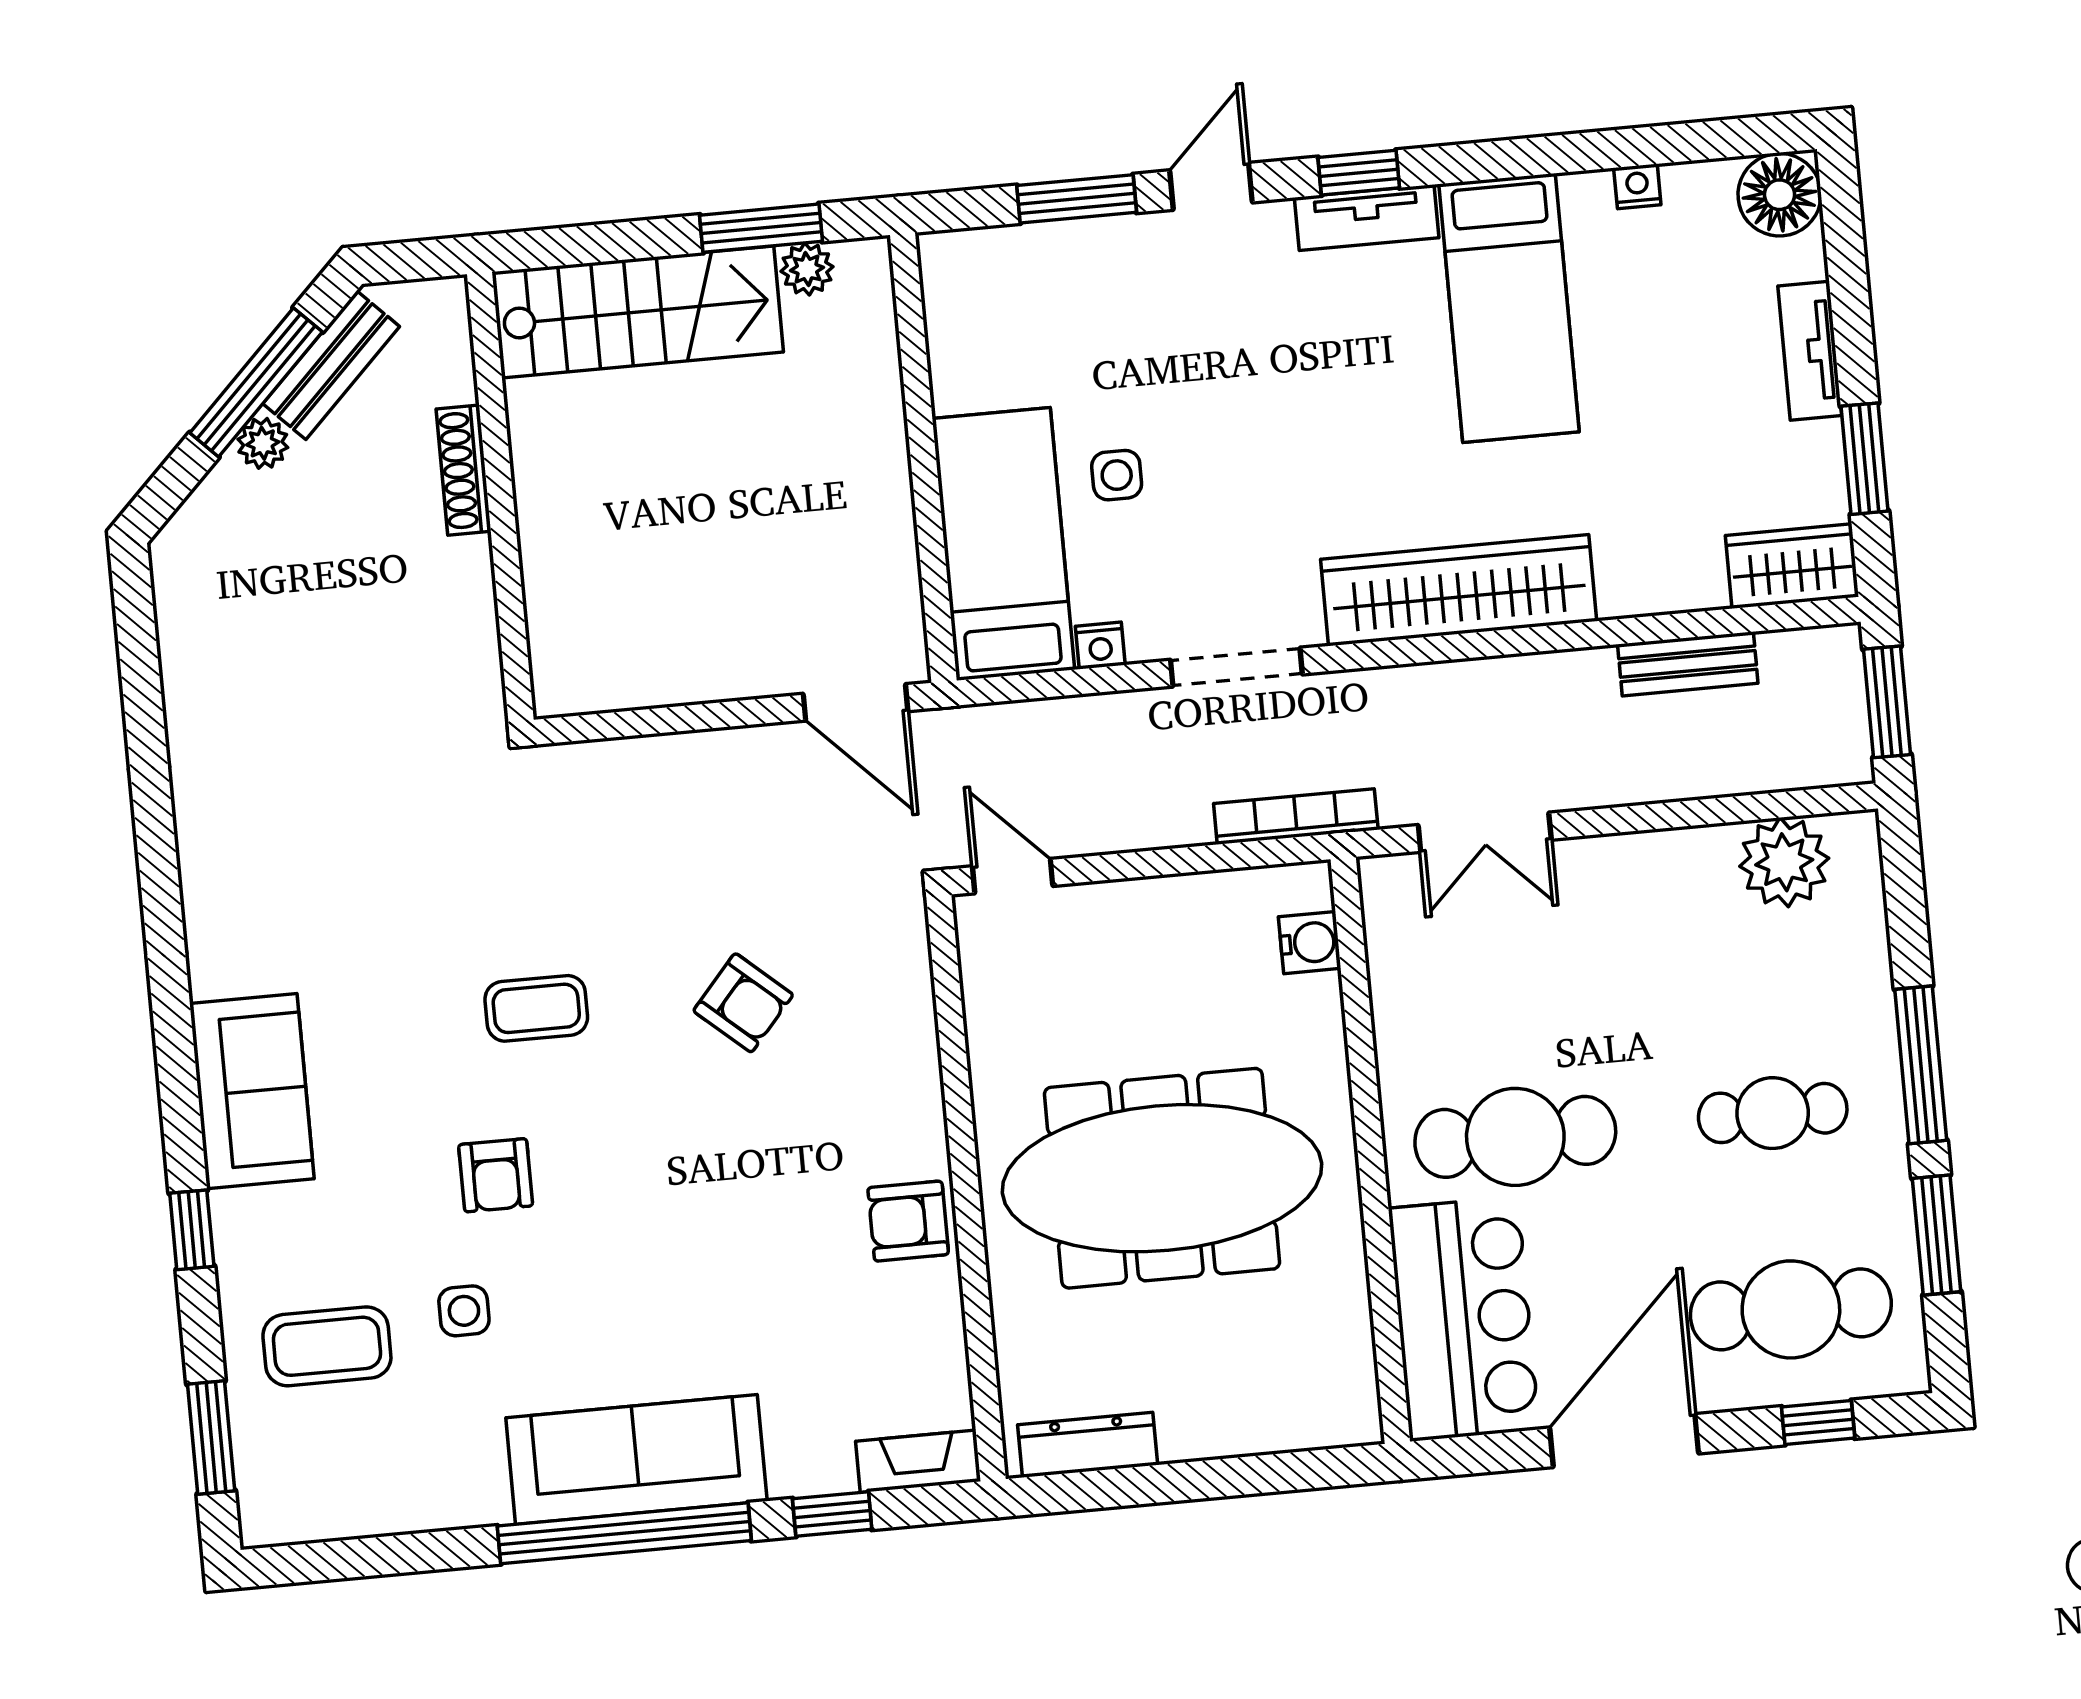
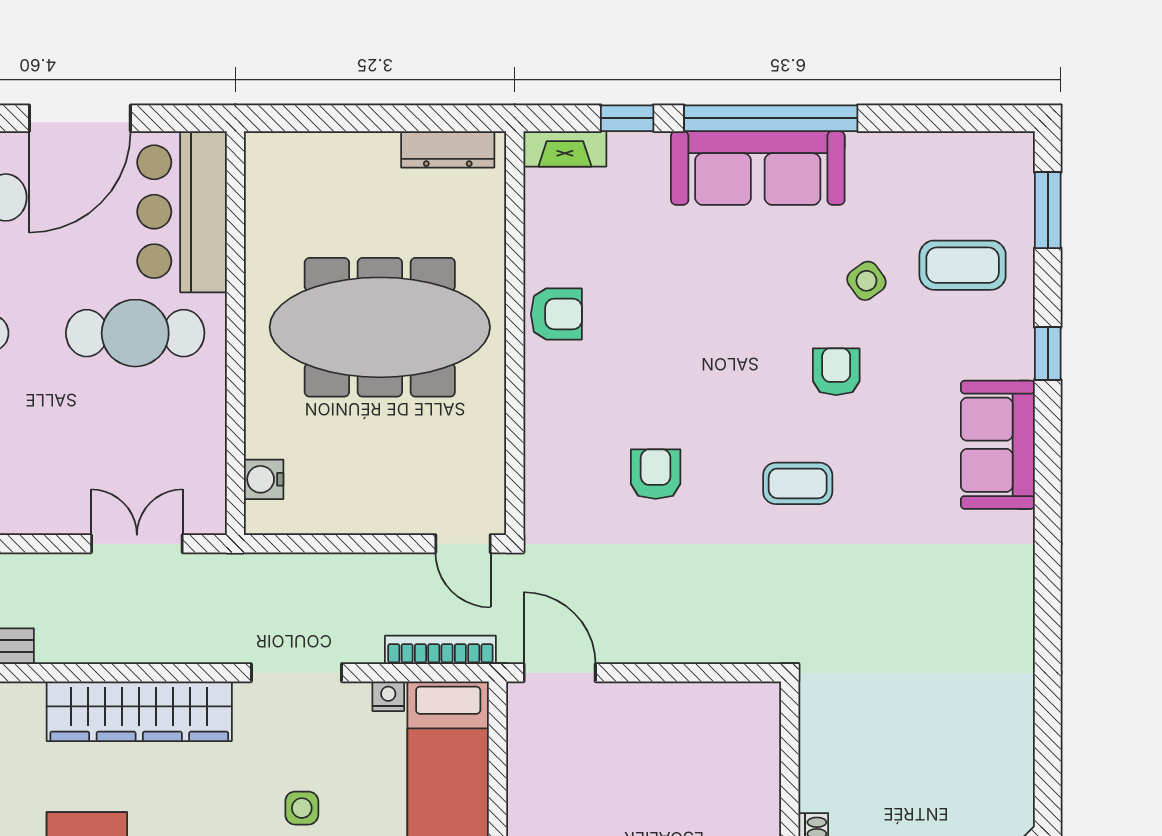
side table: (1117, 475) -> (302, 808), moved
bookcase: (1296, 817) -> (440, 650), moved, turned 180
armchair: (743, 1003) -> (656, 474), turned 49
side table: (464, 1311) -> (866, 281), turned -36

